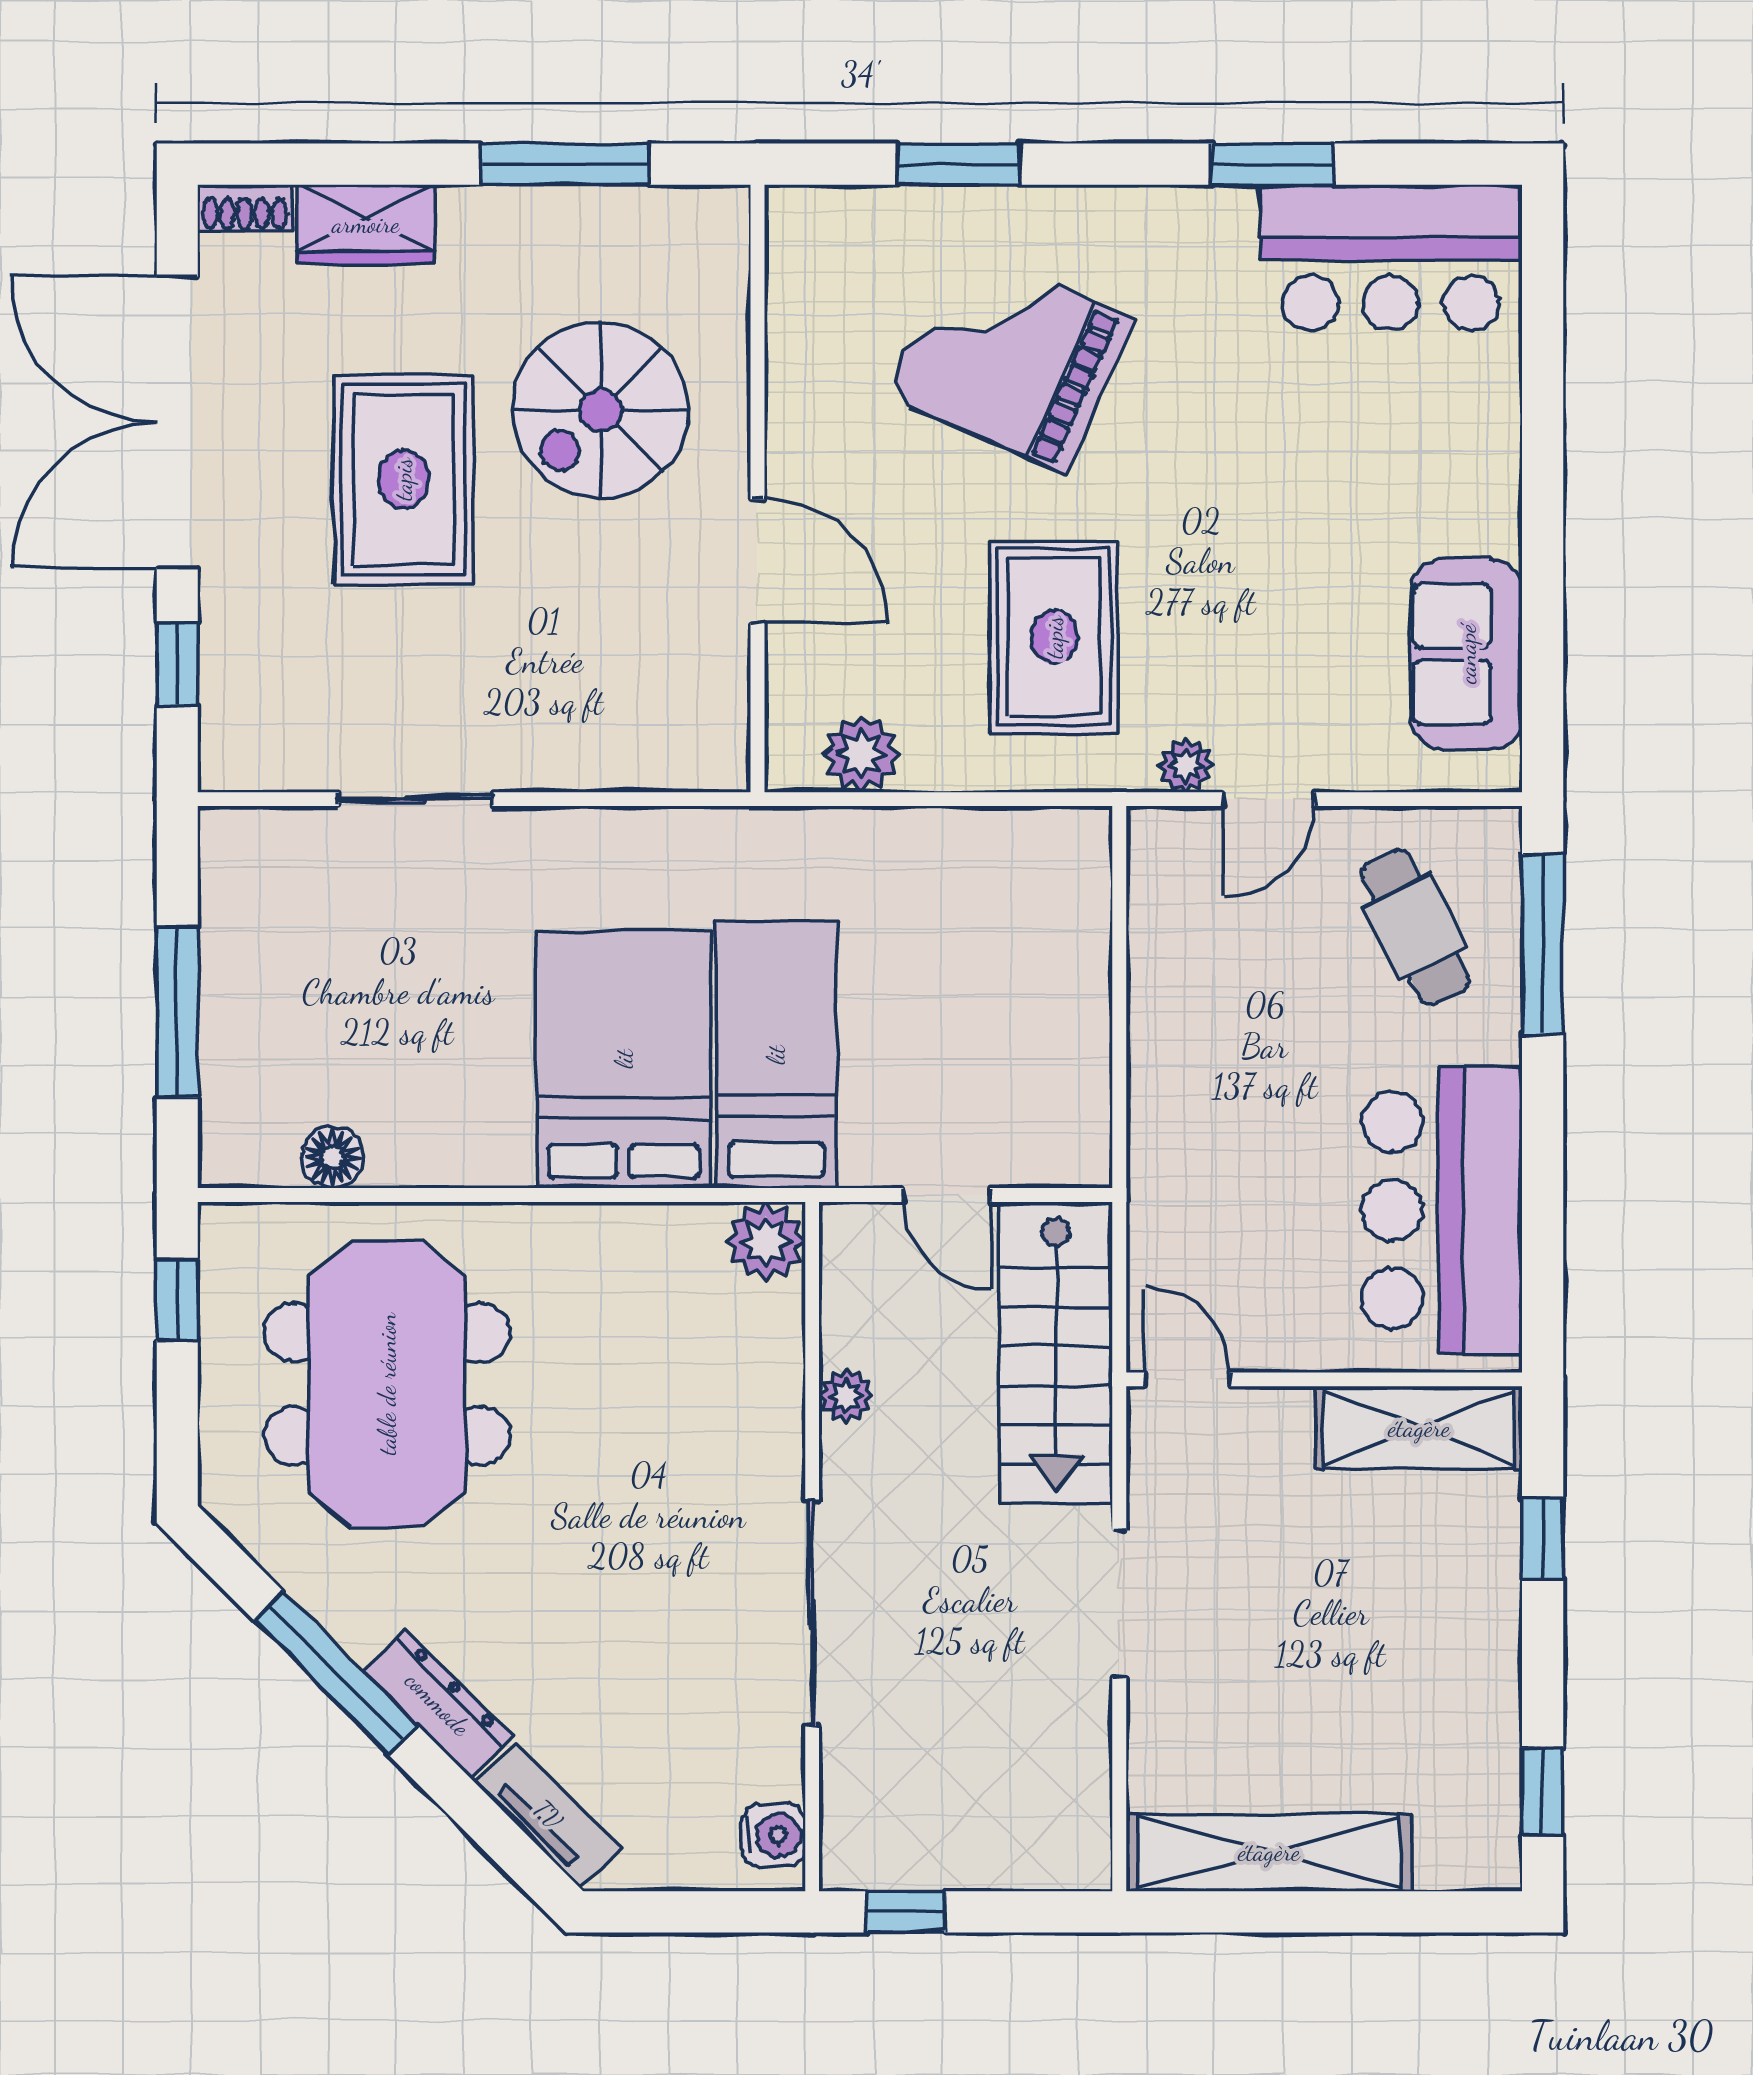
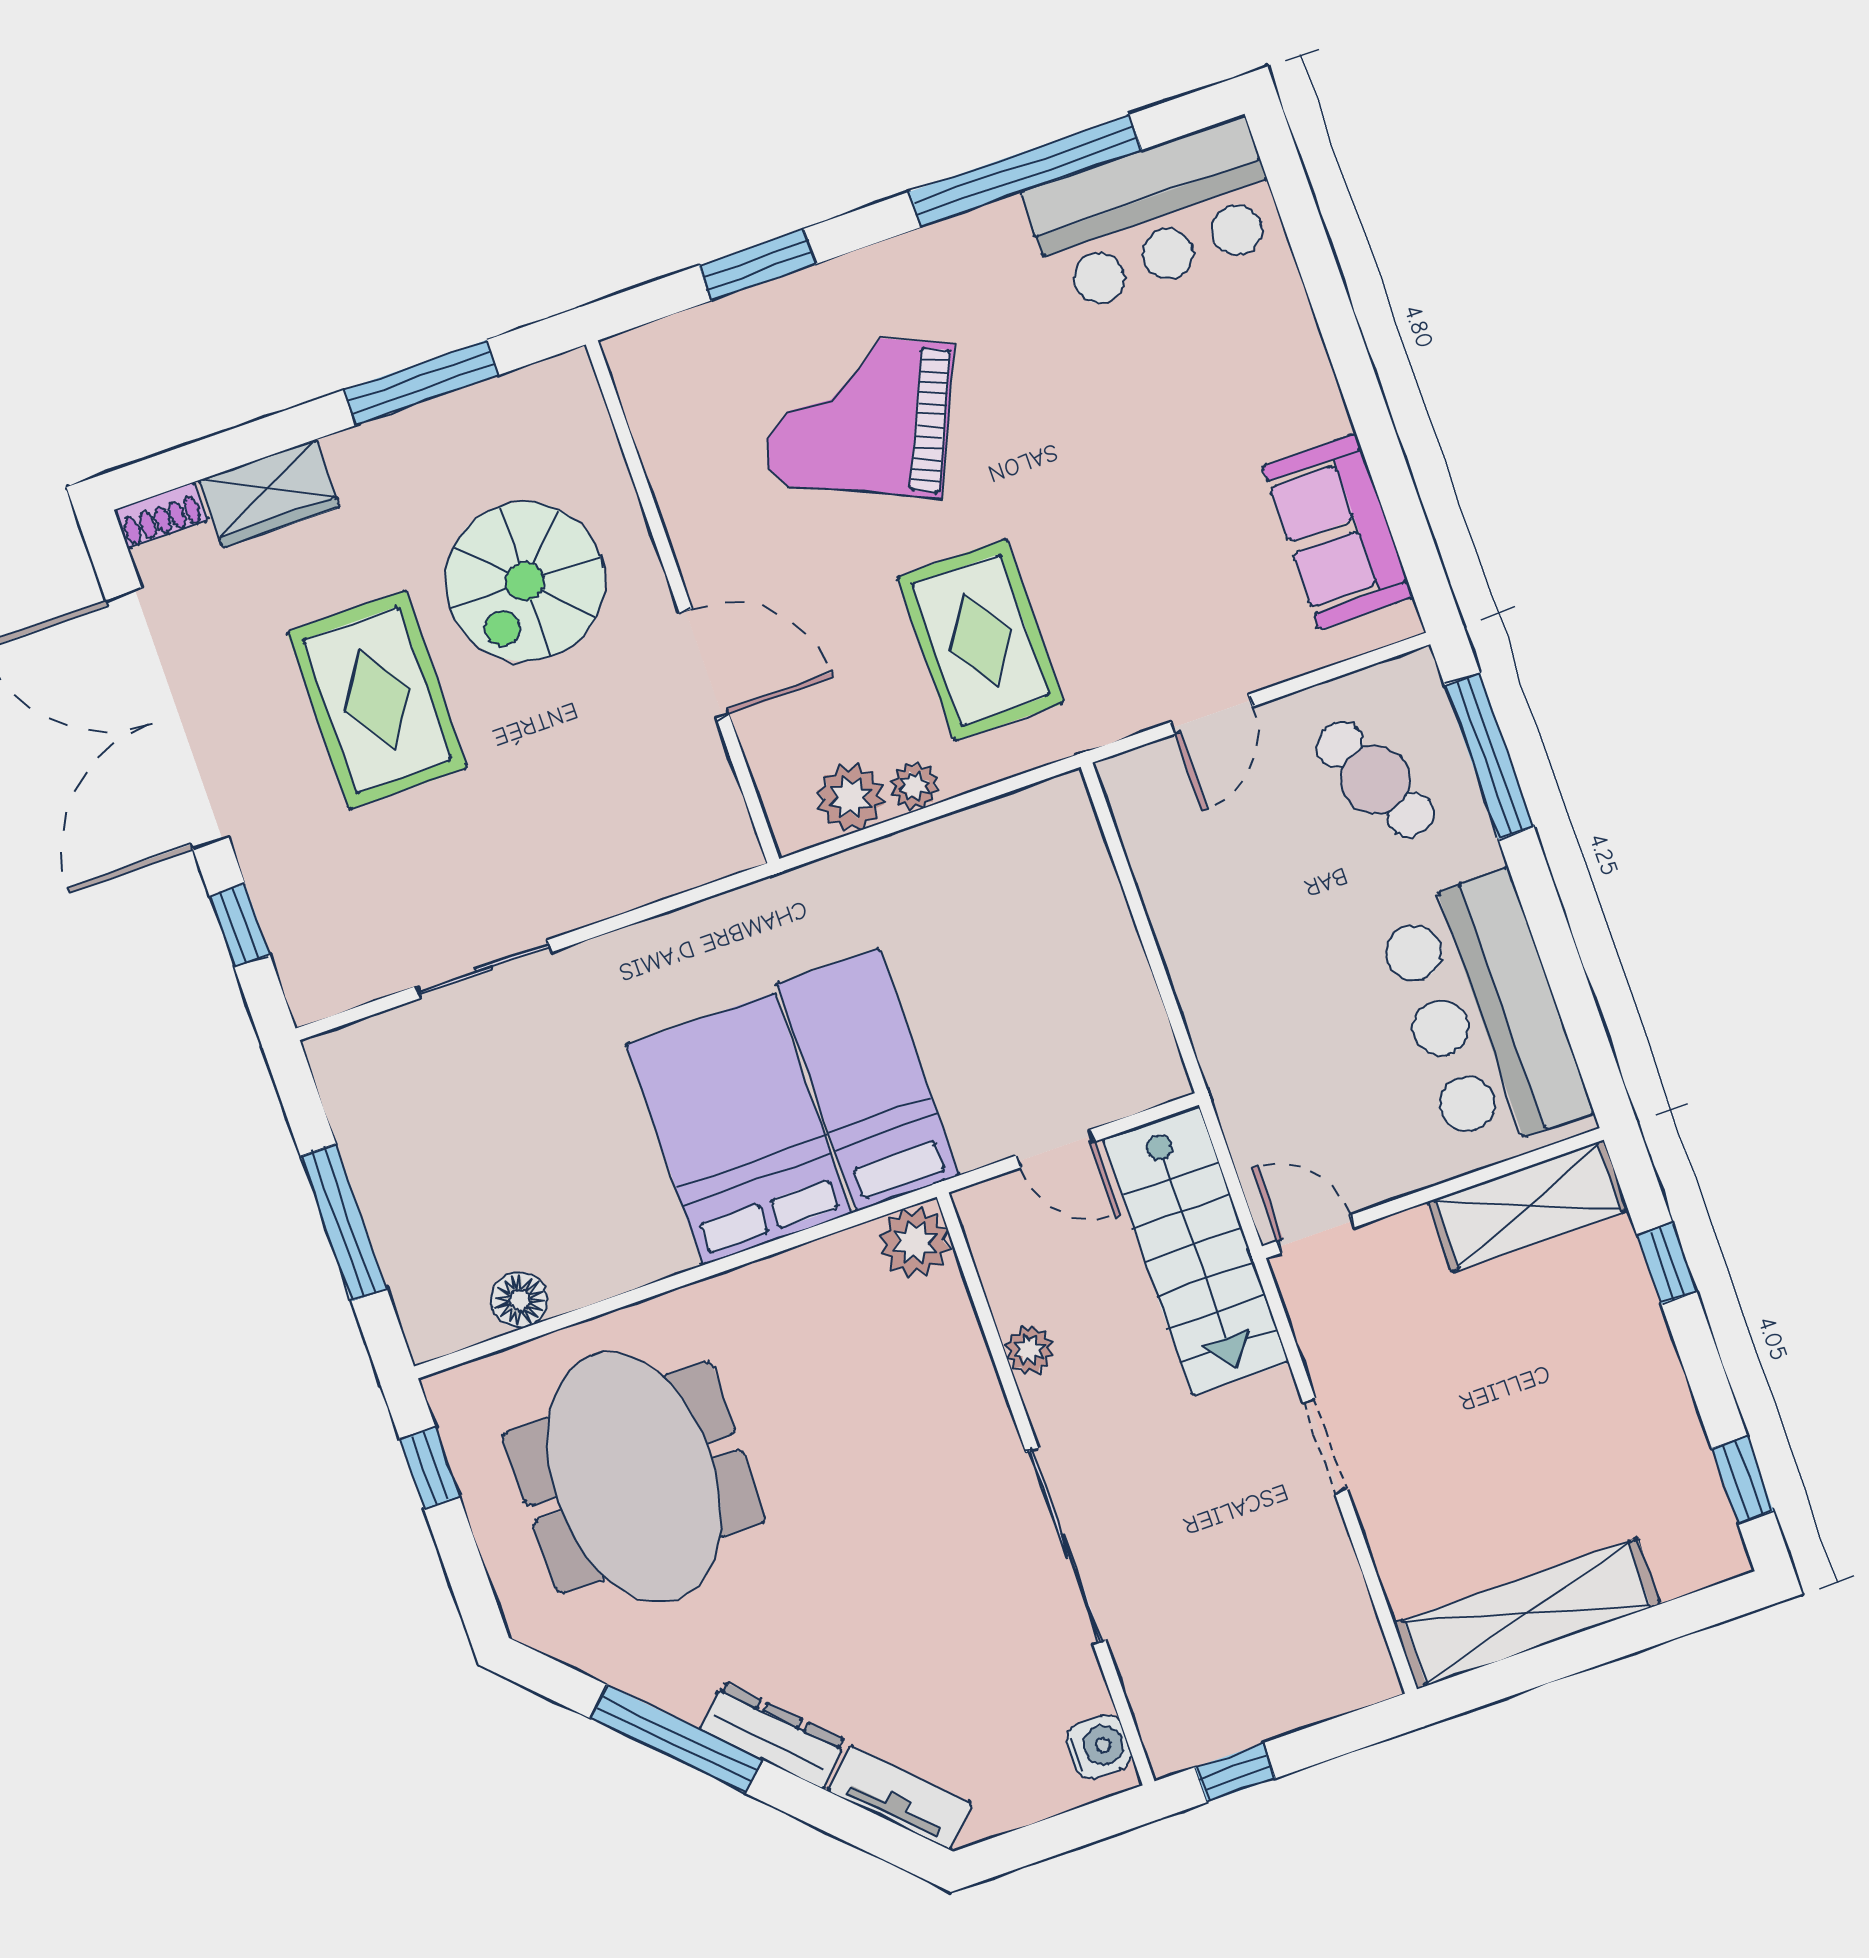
window: (1272, 164) -> (1025, 171), width x2.11
plant: (1186, 765) -> (914, 786), moved
doorway: (1119, 1604) -> (1325, 1446), width x0.73

